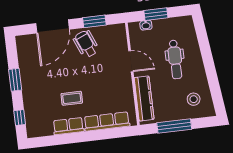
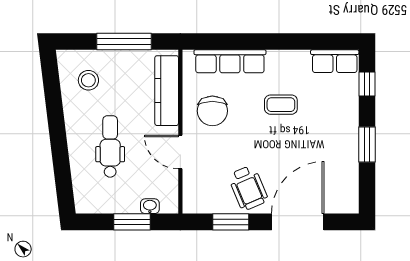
chair: (114, 89) -> (212, 111), added
row of seats: (68, 126) -> (335, 61), moved

